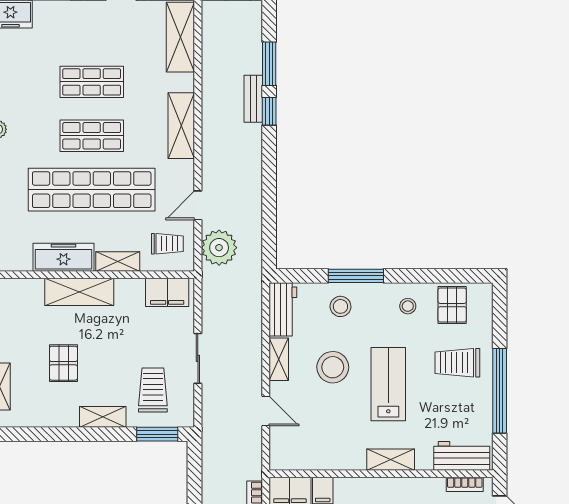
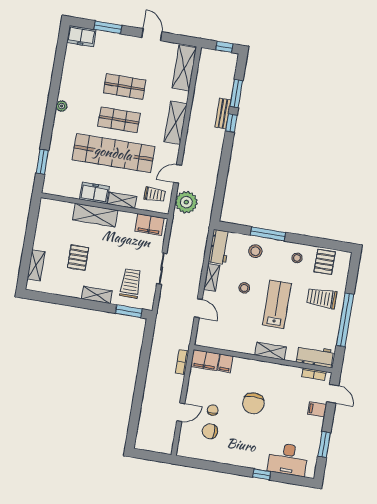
freezer: (63, 257) -> (94, 193), width x0.71
stool: (333, 367) -> (244, 288), width x0.53, depth x0.53

